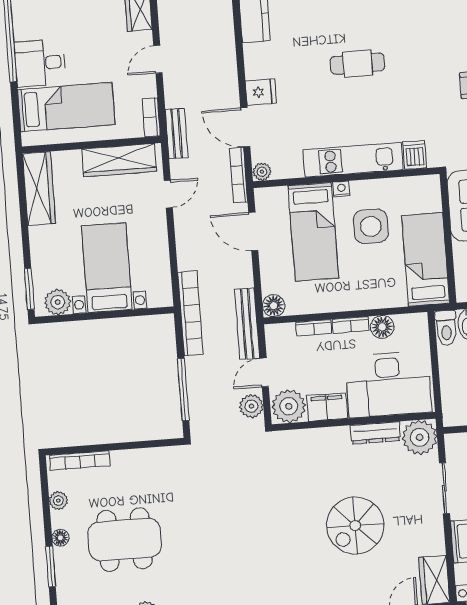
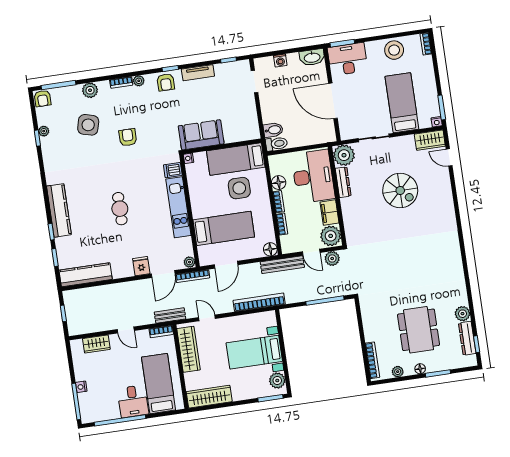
nightstand: (341, 189) -> (189, 158), moved
side table: (371, 226) -> (239, 188), moved
bookcase: (190, 313) -> (259, 302), moved

